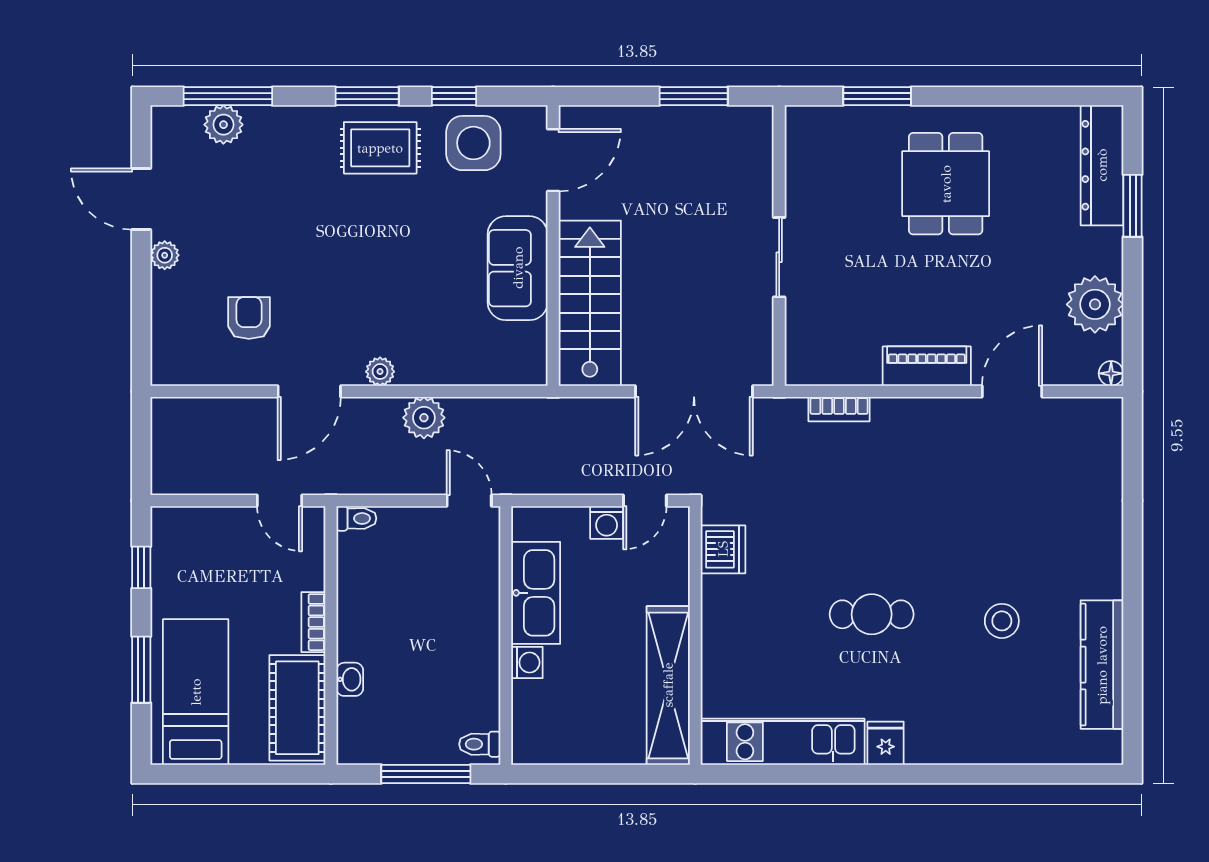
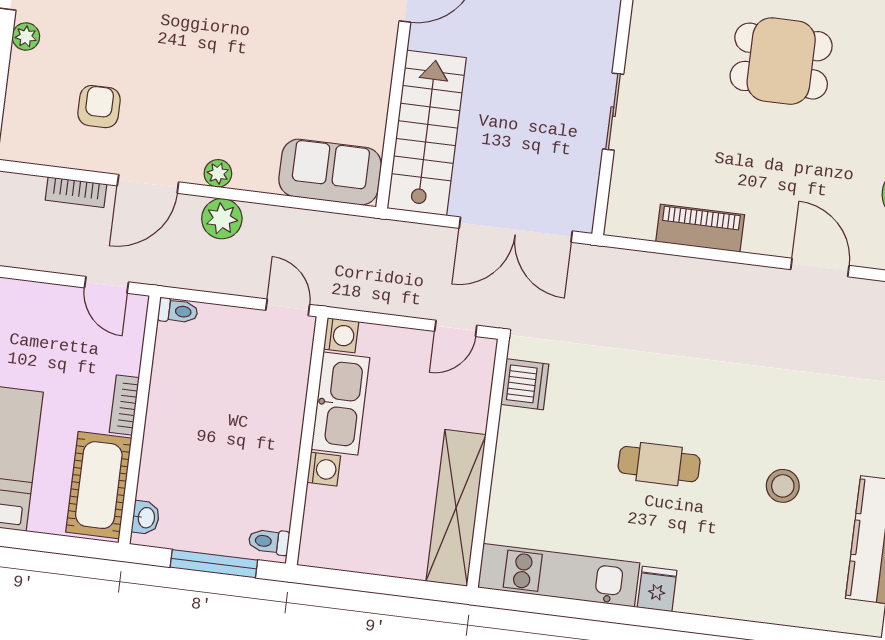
dining table: (946, 184) -> (781, 61), turned 90
sofa: (518, 268) -> (330, 172), moved, turned 90
piano: (927, 366) -> (700, 228), moved
door: (1012, 391) -> (820, 268), hinge flipped
bookcase: (839, 409) -> (76, 192), moved
plant: (424, 418) -> (222, 219), moved
washing machine: (607, 523) -> (341, 335), moved, turned -90
washbasin: (350, 679) -> (146, 518), moved

